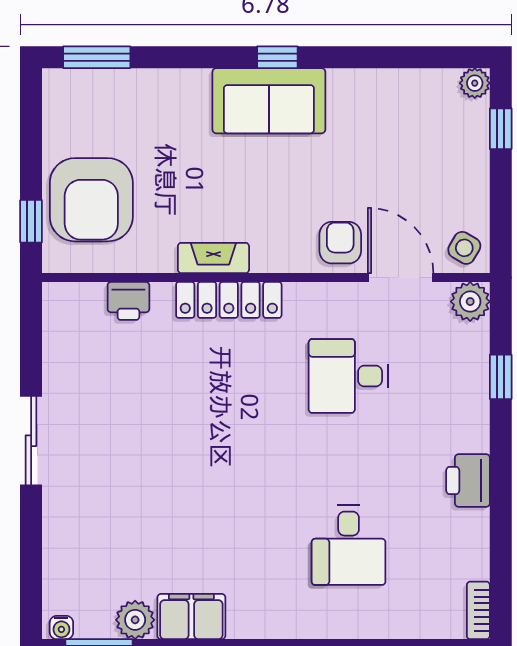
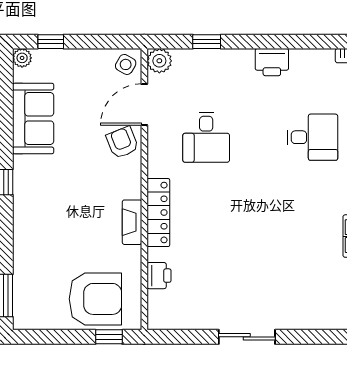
sofa: (269, 101) -> (33, 119), moved
armchair: (340, 243) -> (122, 142), turned 68

